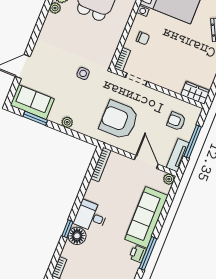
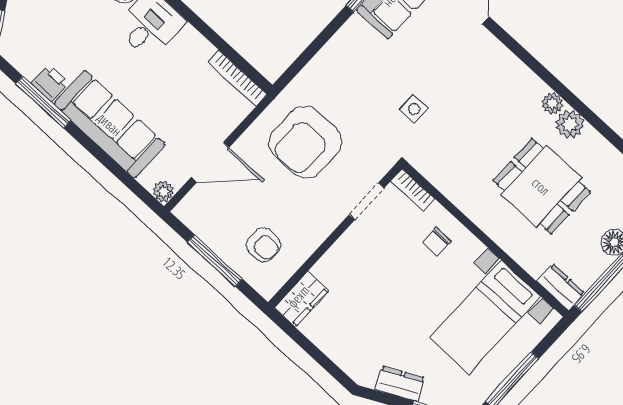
armchair: (119, 120) -> (305, 142), turned 180
armchair: (176, 121) -> (263, 245), turned 90
plant: (67, 122) -> (337, 47), removed
tv unit: (178, 155) -> (201, 224), removed

